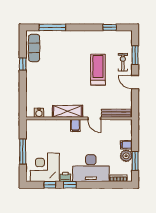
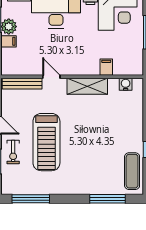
window: (110, 27) -> (31, 199), width x2.17
treadmill: (98, 70) -> (46, 142), width x1.37, depth x1.38
filing cabinet: (75, 126) -> (106, 67), moved

